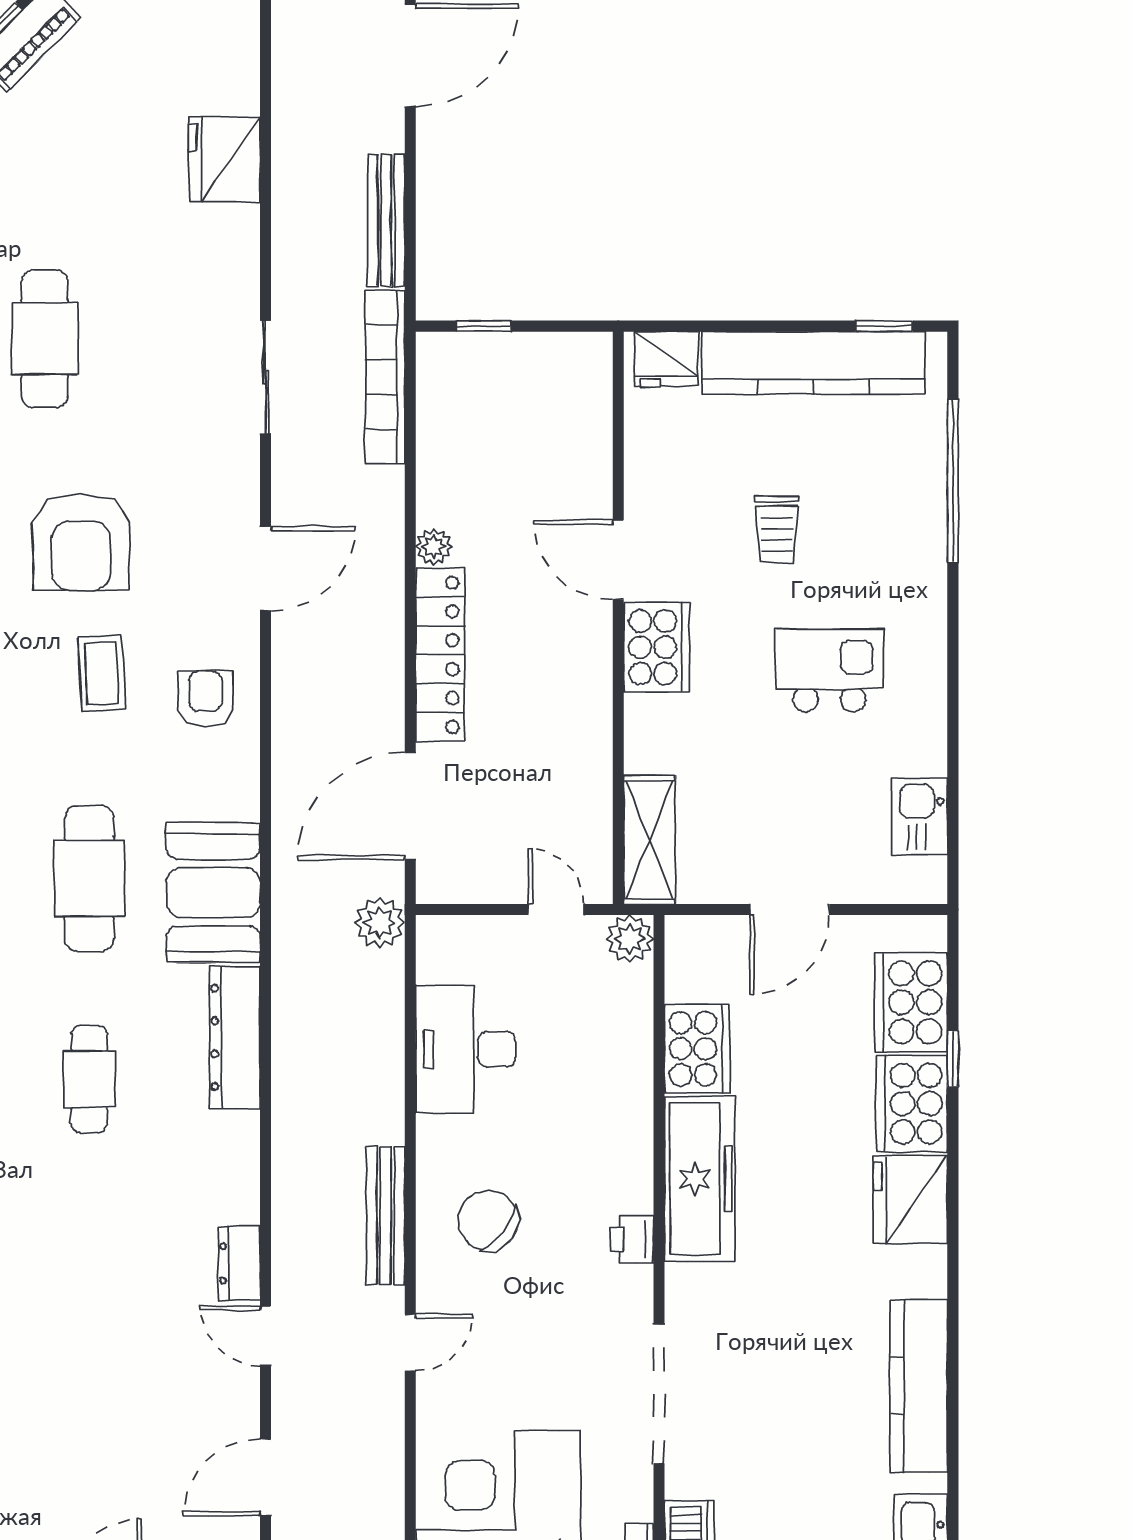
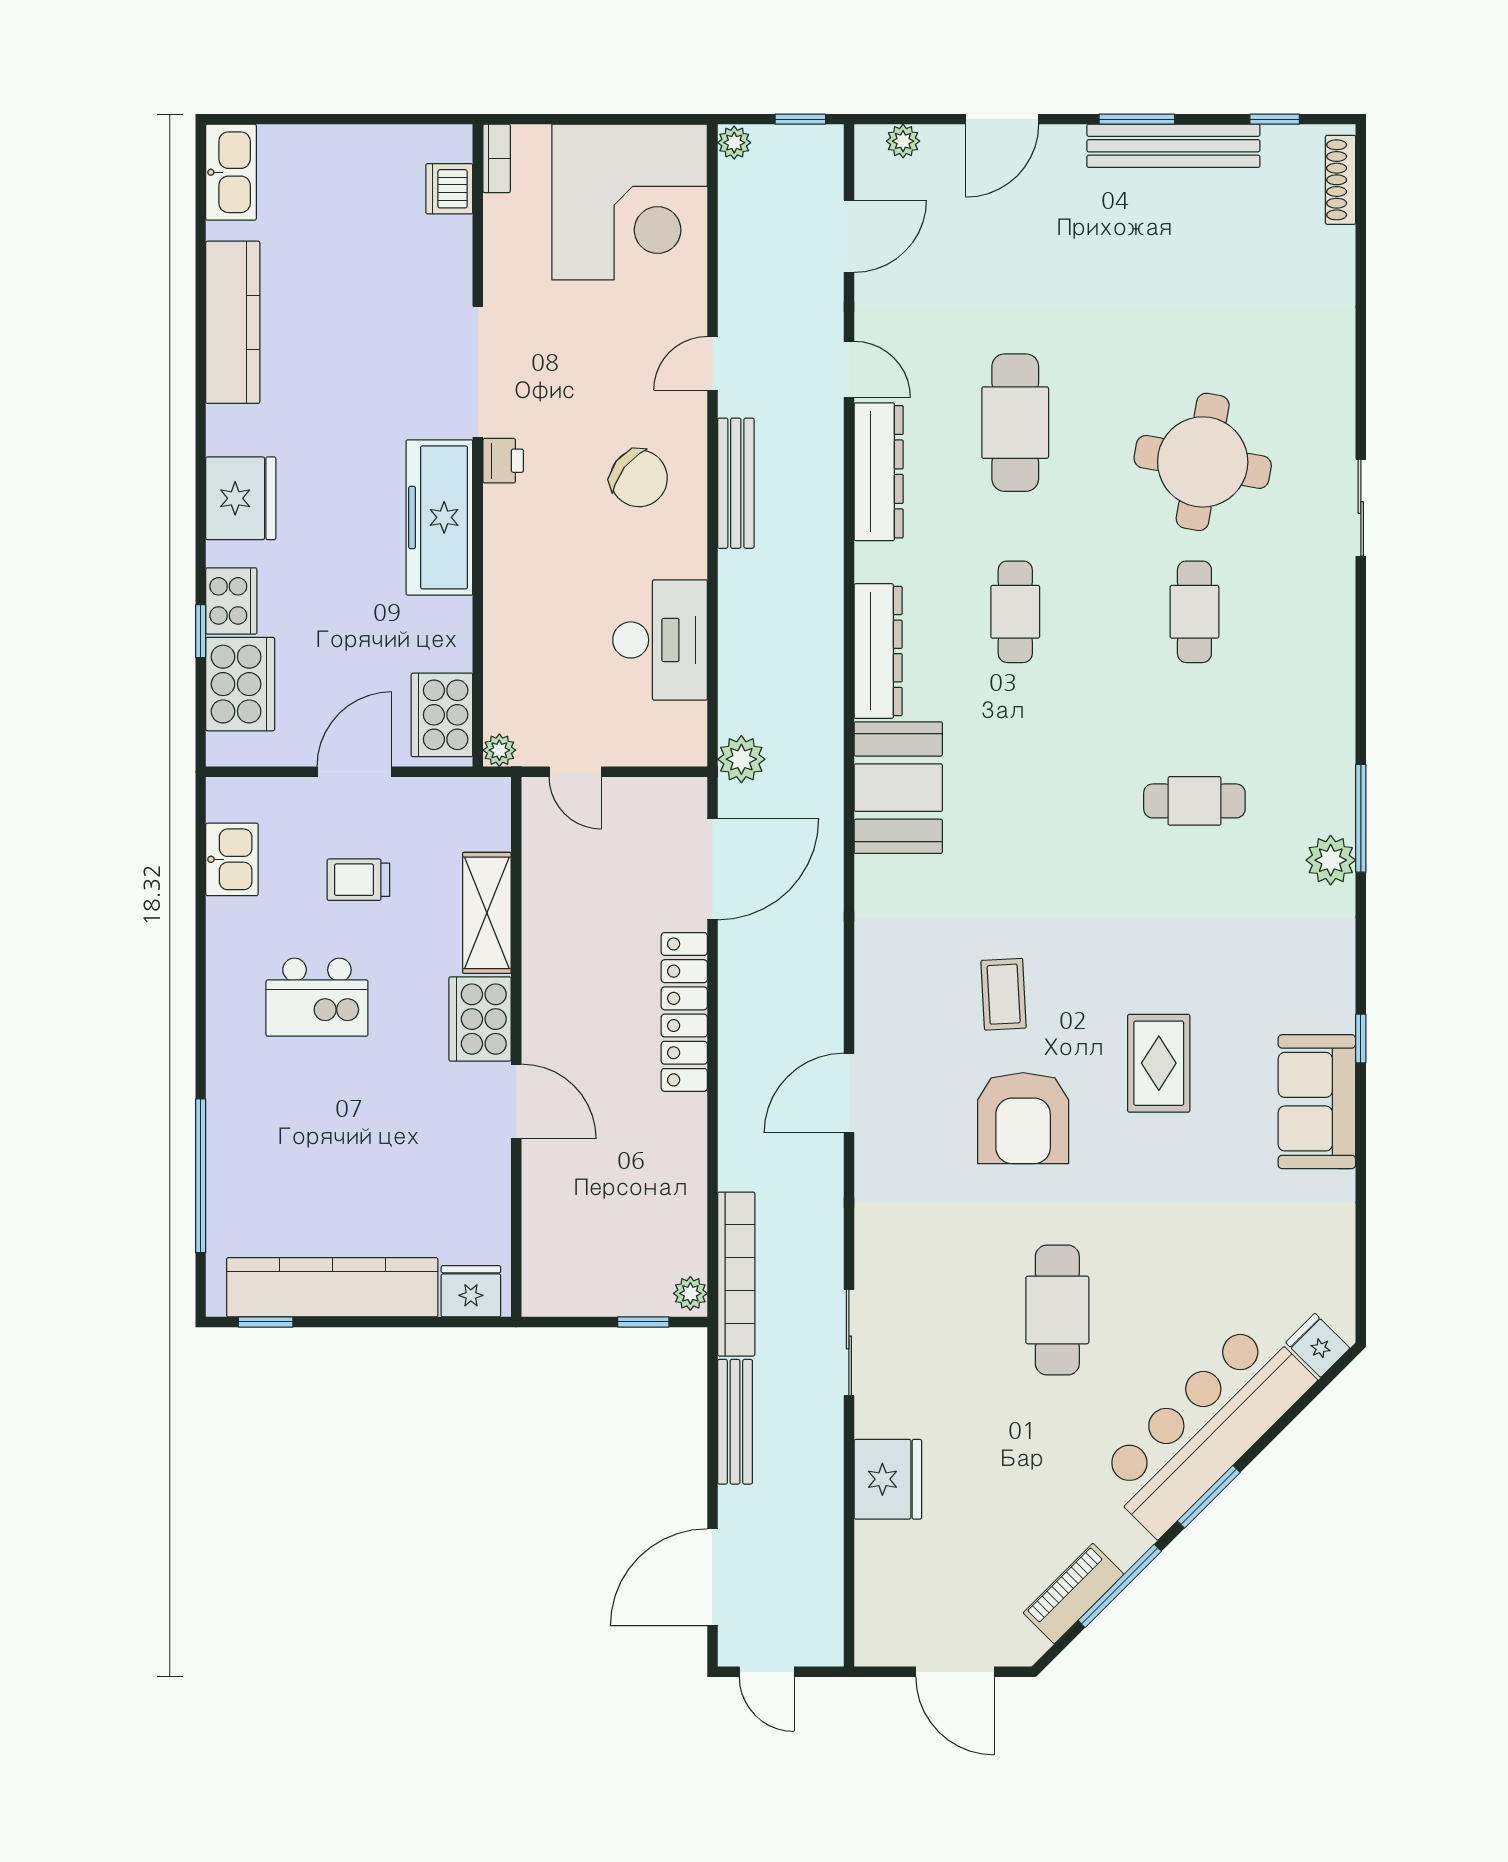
sliding door: (266, 377) -> (849, 1342), moved
trolley: (777, 530) -> (358, 880), moved, turned -90
armchair: (81, 542) -> (1023, 1118), turned 180
plant: (434, 547) -> (690, 1293), moved
armchair: (205, 699) -> (906, 970), removed
shelving: (649, 840) -> (487, 913), moved
cafe table: (89, 878) -> (1015, 423), moved
plant: (630, 939) -> (499, 750), width x0.73, depth x0.73
cooker: (697, 1049) -> (442, 715), moved
cooker: (912, 1104) -> (231, 601), width x0.73, depth x0.76
dresser: (239, 1263) -> (879, 472), width x1.96, depth x1.24
doorway: (659, 1394) -> (478, 372), moved

